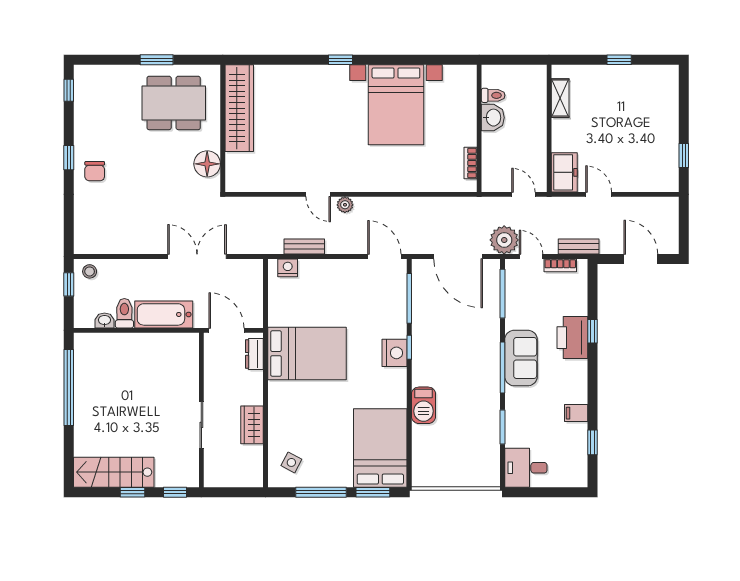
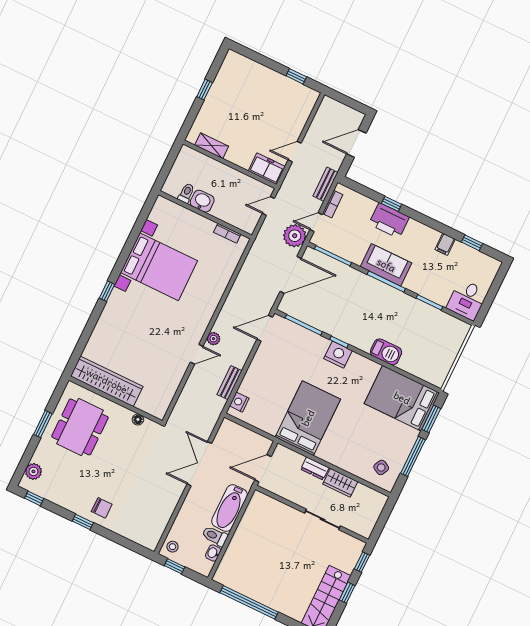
plant: (99, 75) -> (33, 471), added
floor lamp: (207, 164) -> (138, 419), width x0.53, depth x0.53
dresser: (254, 354) -> (315, 468), moved

